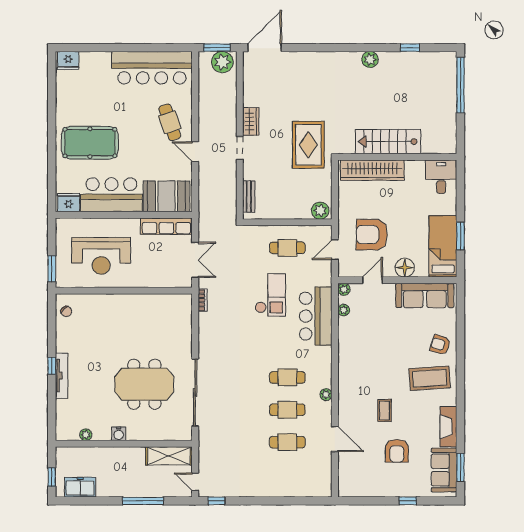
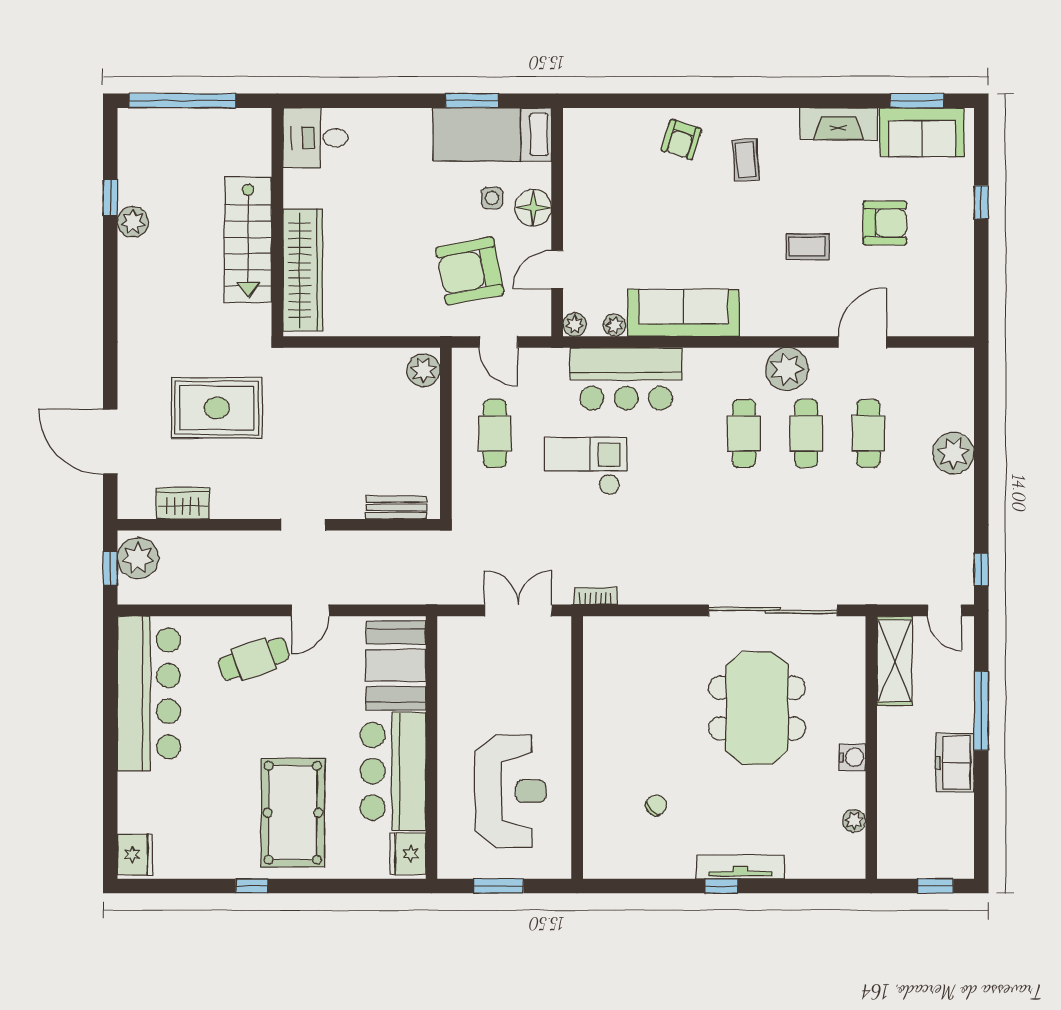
window: (217, 48) -> (110, 568), width x0.67
door: (265, 48) -> (110, 442), moved
plant: (370, 59) -> (133, 222), moved
window: (52, 121) -> (252, 886), added
wardrobe: (251, 121) -> (183, 504), moved
stairs: (388, 142) -> (248, 240), moved
rug: (308, 145) -> (217, 408), moved
wall: (397, 157) -> (277, 222), moved
wardrobe: (372, 170) -> (303, 270), moved
desk: (441, 177) -> (315, 138), moved
row of seats: (166, 226) -> (453, 666), removed
armchair: (372, 235) -> (470, 271), turned 78
side table: (410, 246) -> (492, 198), added
window: (52, 269) -> (498, 886), moved
door: (373, 280) -> (557, 270), hinge flipped
sofa: (425, 295) -> (683, 313), moved, turned -90
chair: (66, 311) -> (656, 805), moved
coffee table: (430, 378) -> (746, 160), width x0.54, depth x0.58
plant: (326, 395) -> (787, 369), width x1.87, depth x1.87
door: (195, 482) -> (945, 610), hinge flipped
plant: (277, 486) -> (953, 453), added
freezer: (80, 487) -> (955, 763), moved

